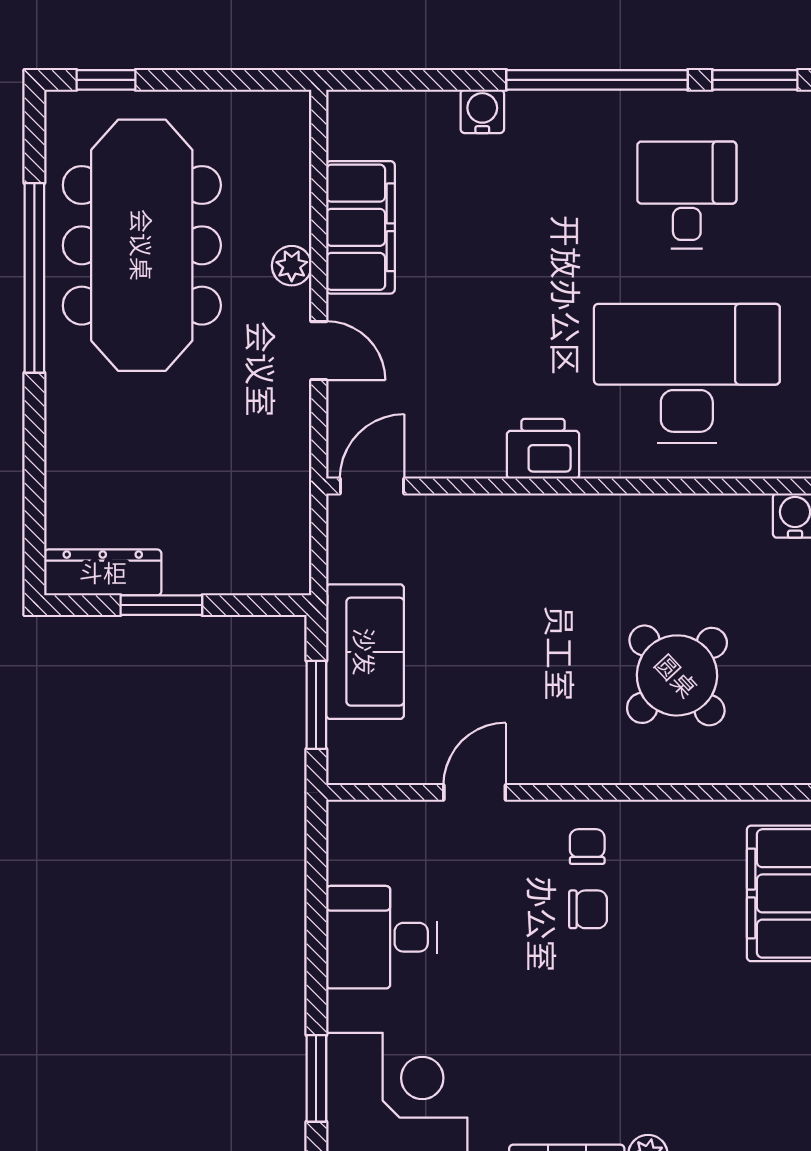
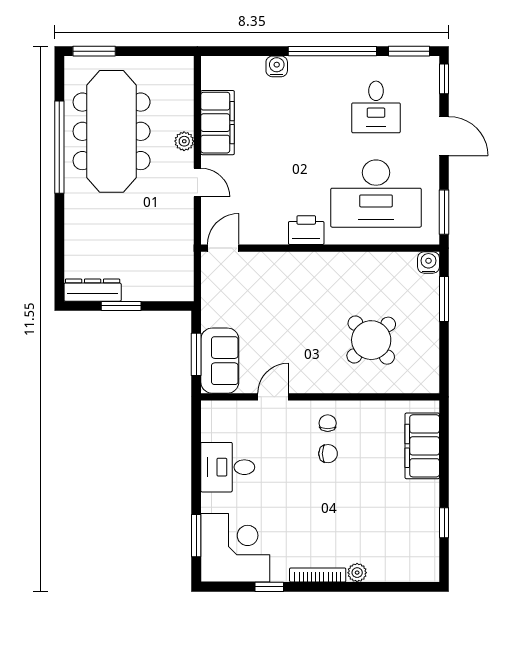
window: (106, 80) -> (94, 51), width x1.50
desk: (687, 195) -> (376, 107), turned 180
desk: (687, 373) -> (376, 194), turned 180
sofa: (365, 652) -> (220, 361), moved

